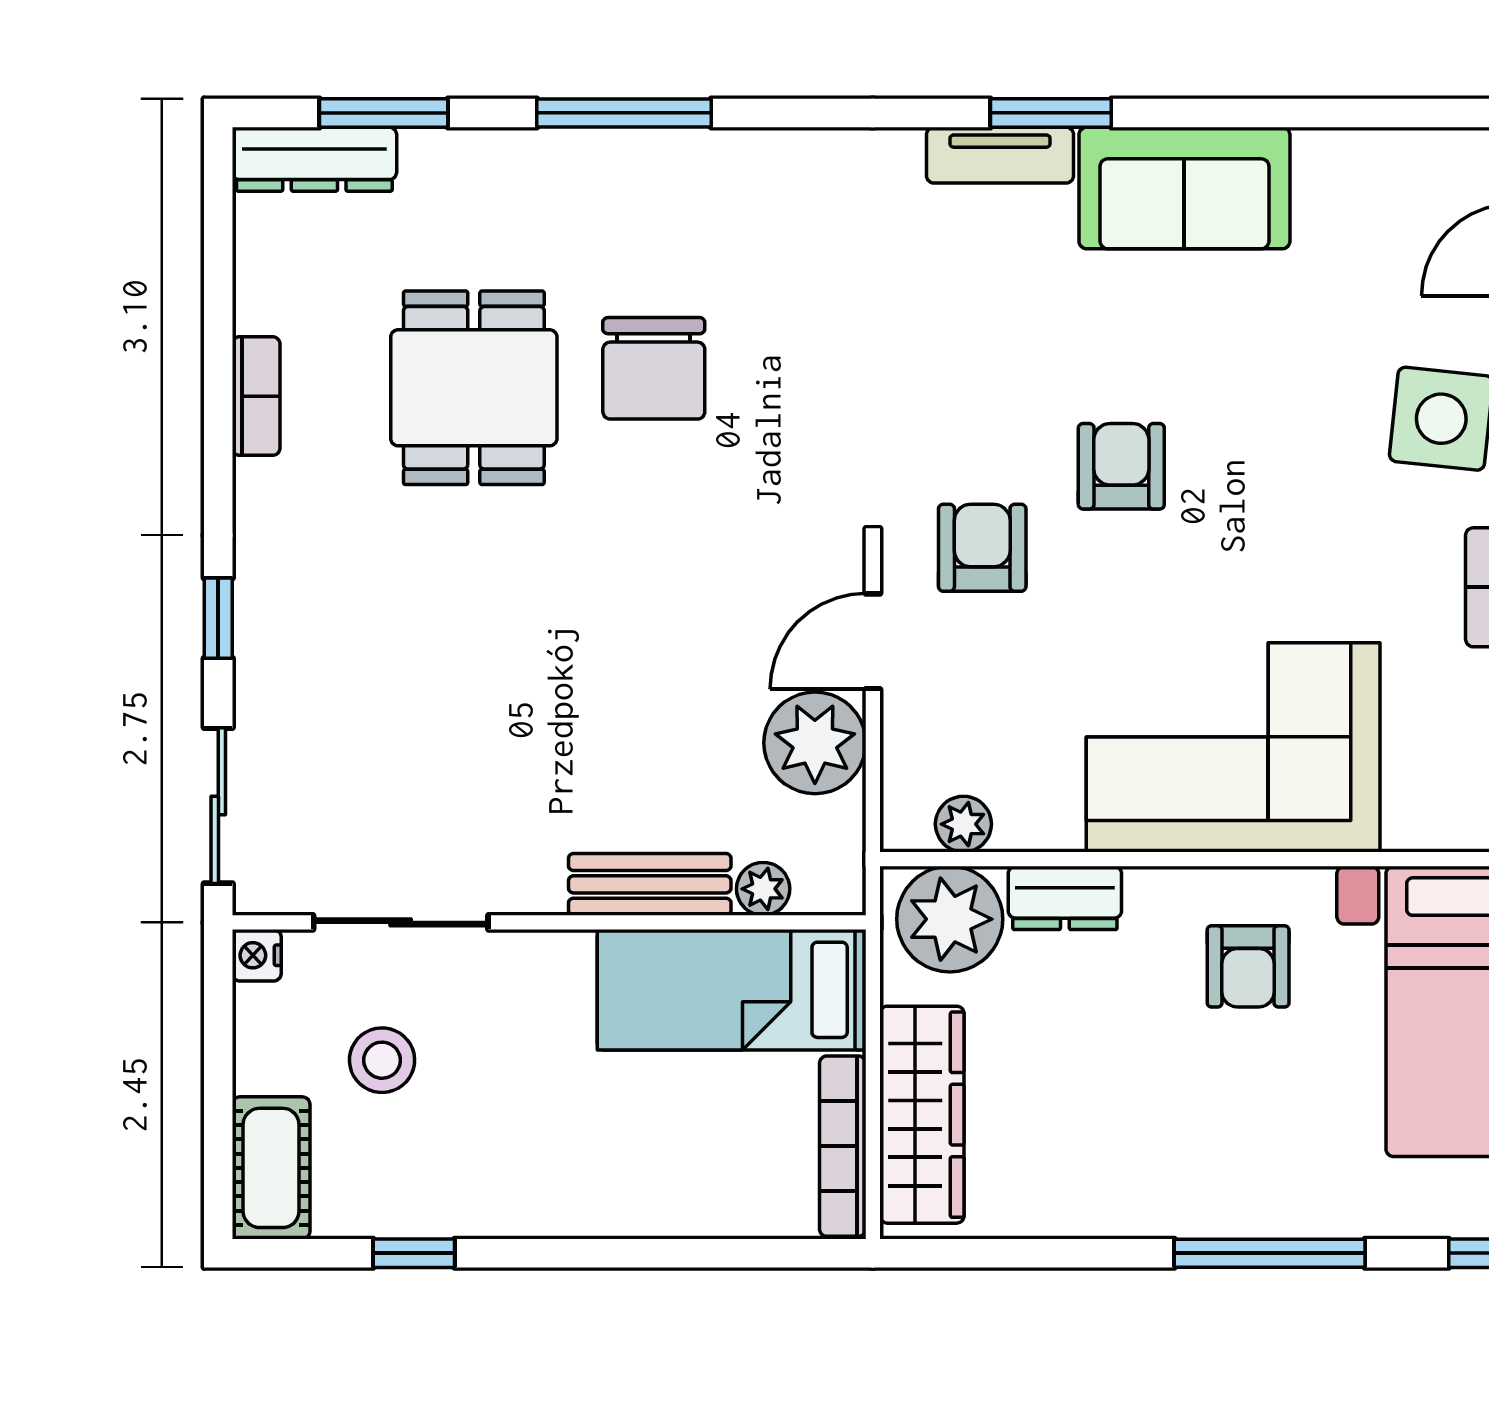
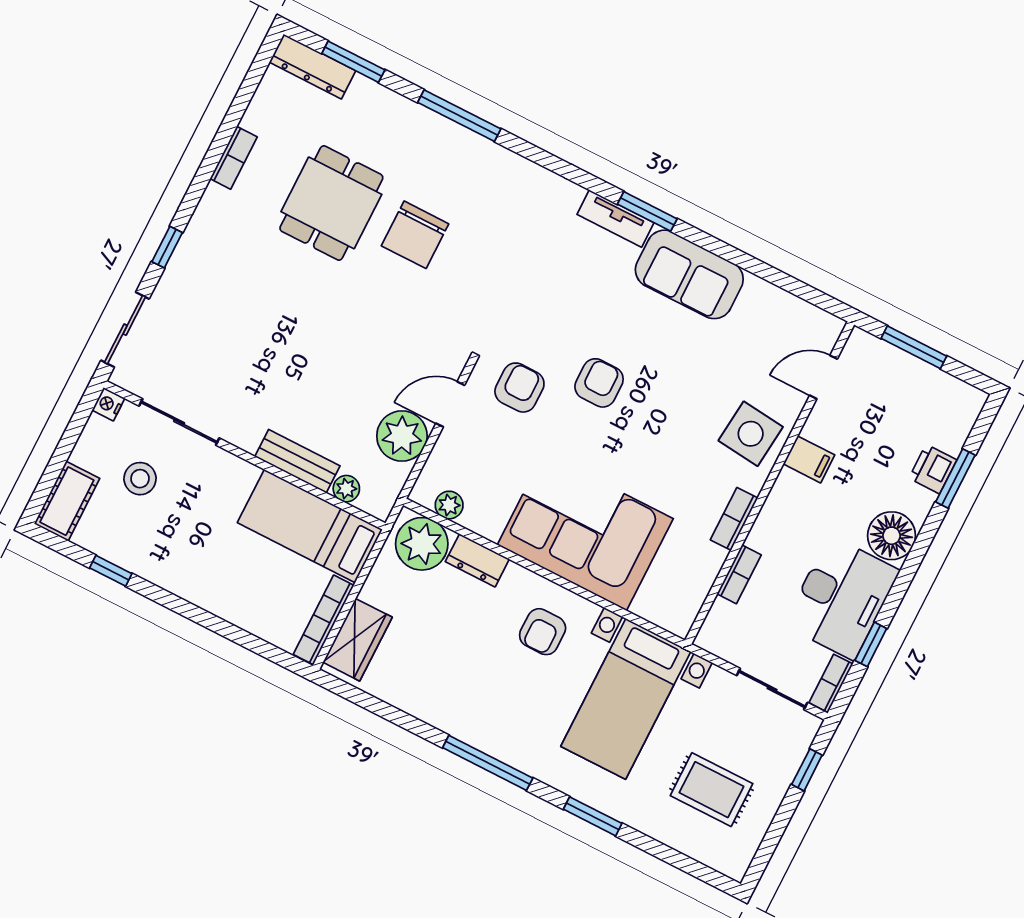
wardrobe: (922, 1115) -> (357, 640), width x0.67

